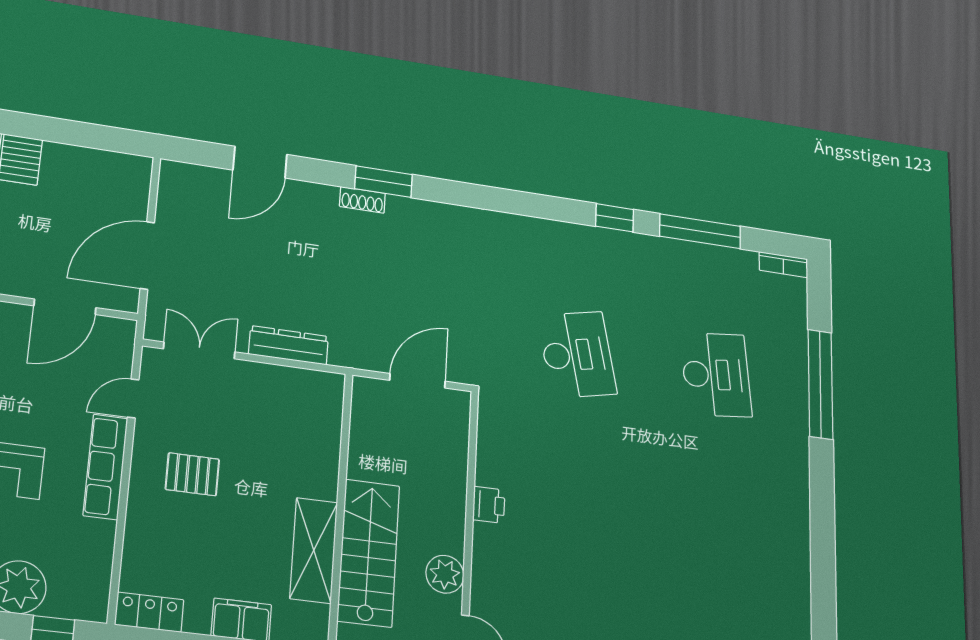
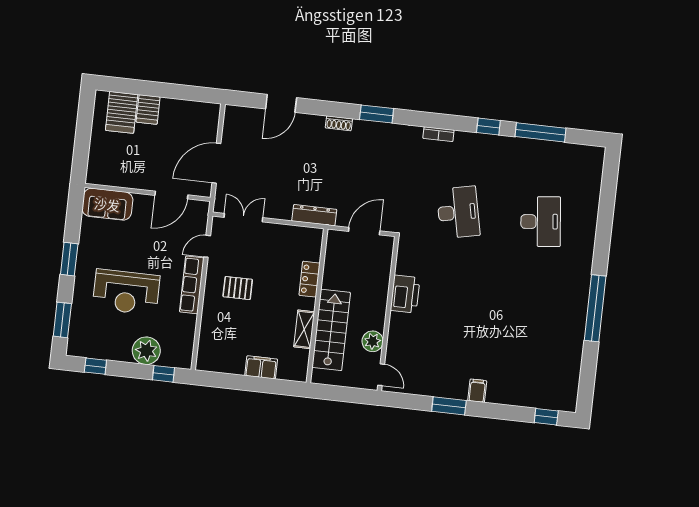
window: (383, 182) -> (377, 114), moved
bookcase: (783, 265) -> (438, 134), moved
dresser: (288, 345) -> (314, 215), moved
window: (820, 384) -> (595, 308), moved
printer: (489, 505) -> (405, 294), width x1.87, depth x1.48
shelving: (314, 550) -> (304, 329), width x0.67, depth x0.75
locker: (149, 612) -> (309, 279), moved, turned -90

